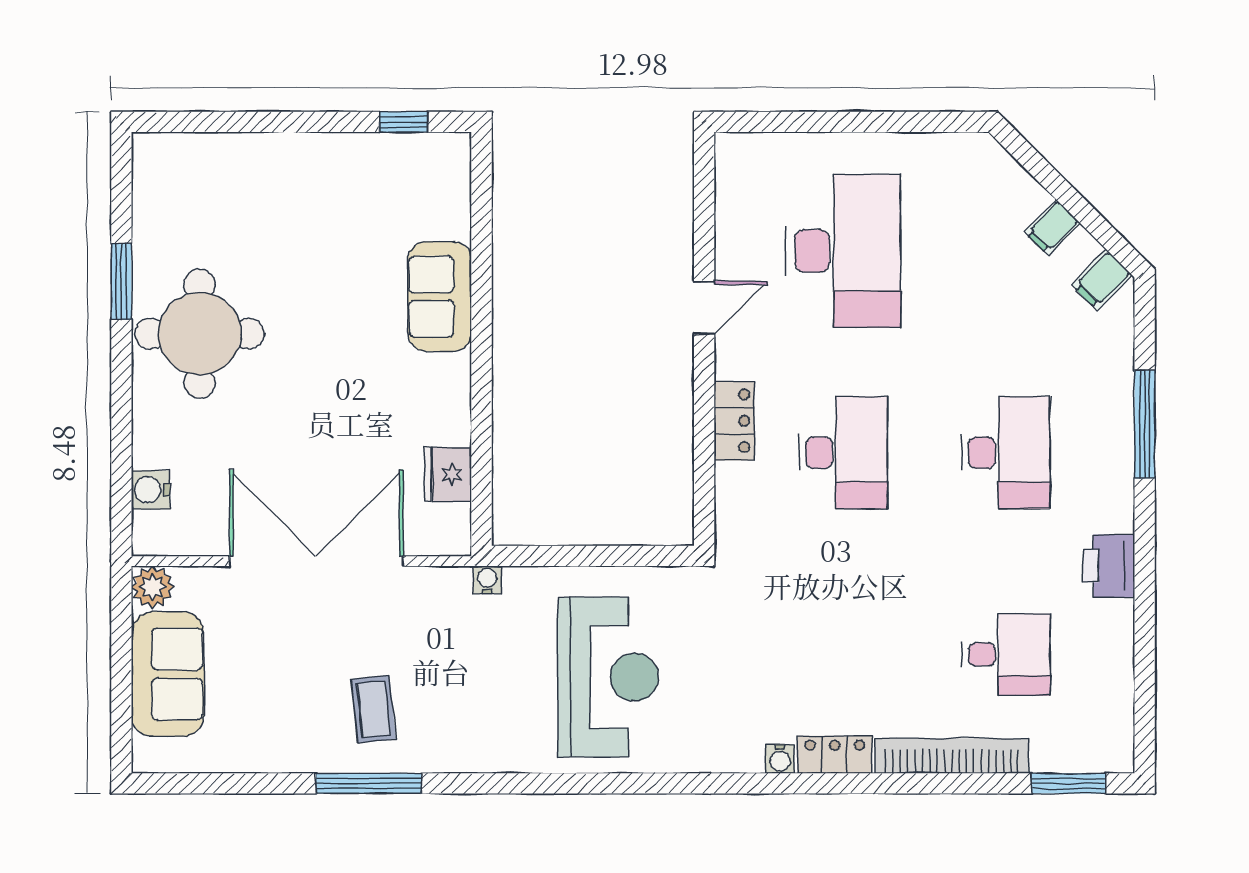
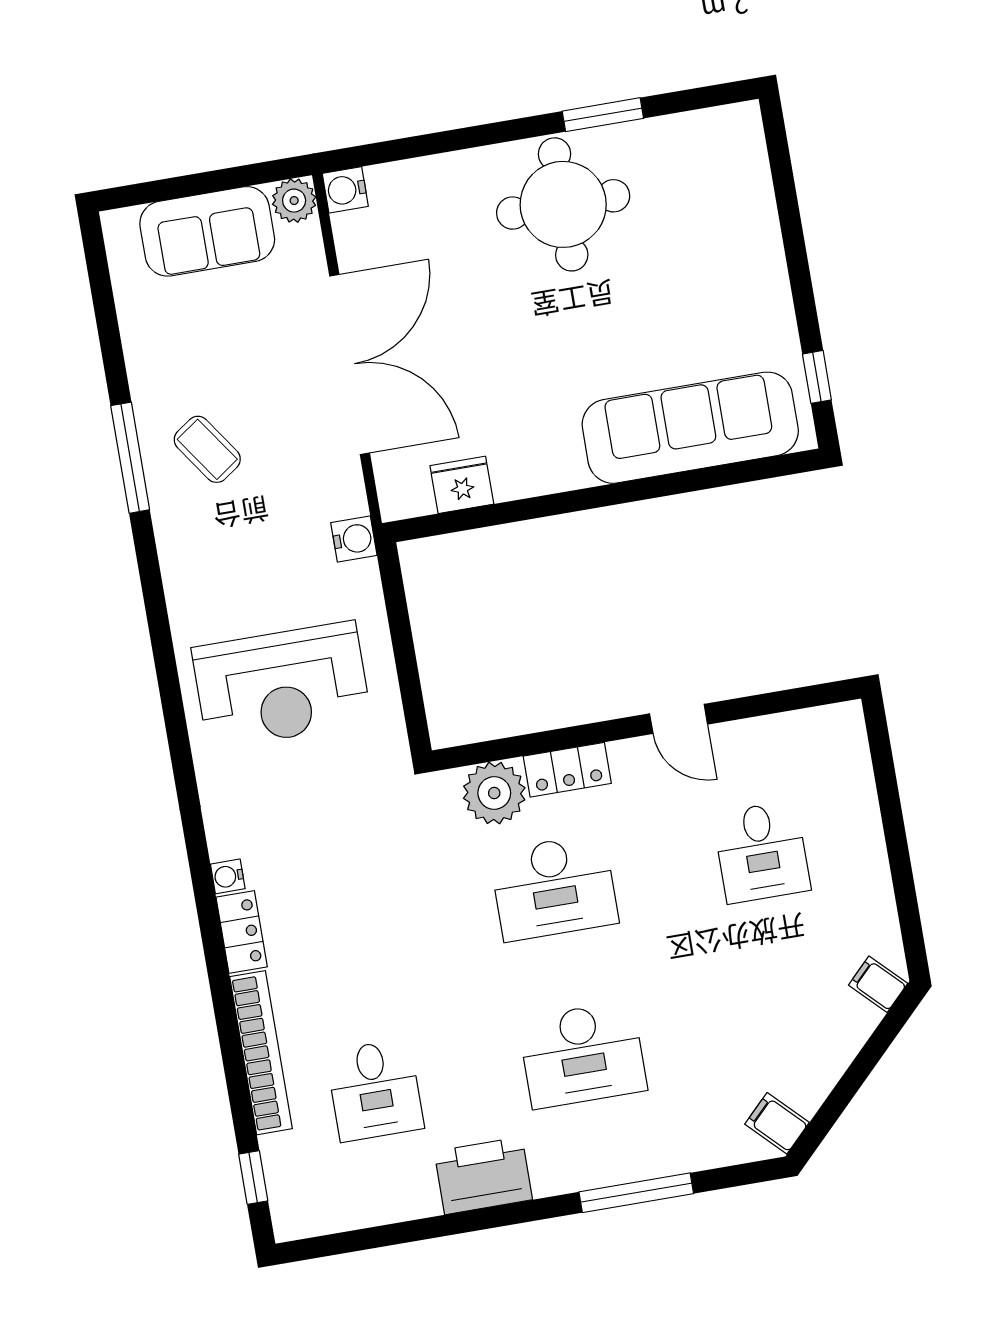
filing cabinet: (1052, 227) -> (878, 984), moved
desk: (843, 251) -> (762, 852), width x0.53, depth x0.77
sofa: (440, 296) -> (690, 428), width x1.85, depth x1.27
water cooler: (151, 490) -> (345, 190), moved, turned -90
plant: (744, 494) -> (494, 793), added
printer: (1109, 566) -> (483, 1176), width x1.37, depth x1.19
water cooler: (487, 580) -> (354, 539), width x1.38, depth x1.38
coffee table: (373, 709) -> (207, 449), turned 61
window: (1068, 783) -> (253, 1178), width x0.67

